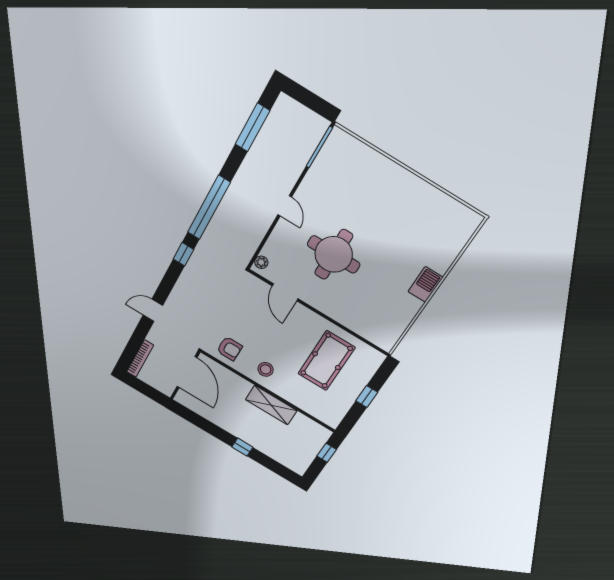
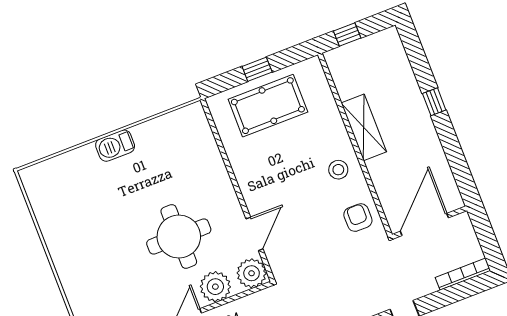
plant: (283, 239) -> (215, 287), added
plant: (261, 262) -> (252, 273), width x1.88, depth x1.88
pool table: (326, 361) -> (268, 106), moved

